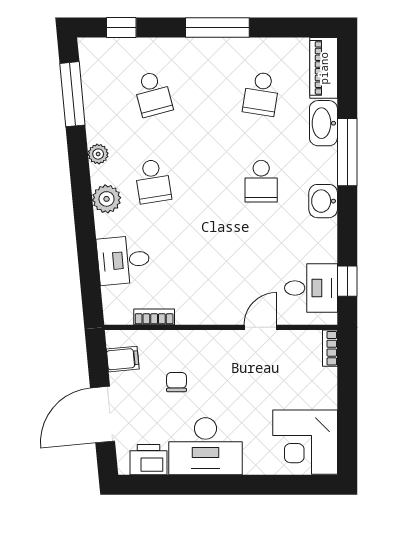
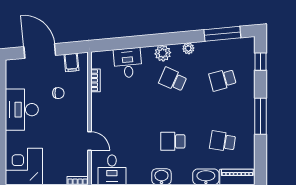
school desk: (153, 181) -> (173, 80), turned 33
printer: (148, 460) -> (14, 77), removed

